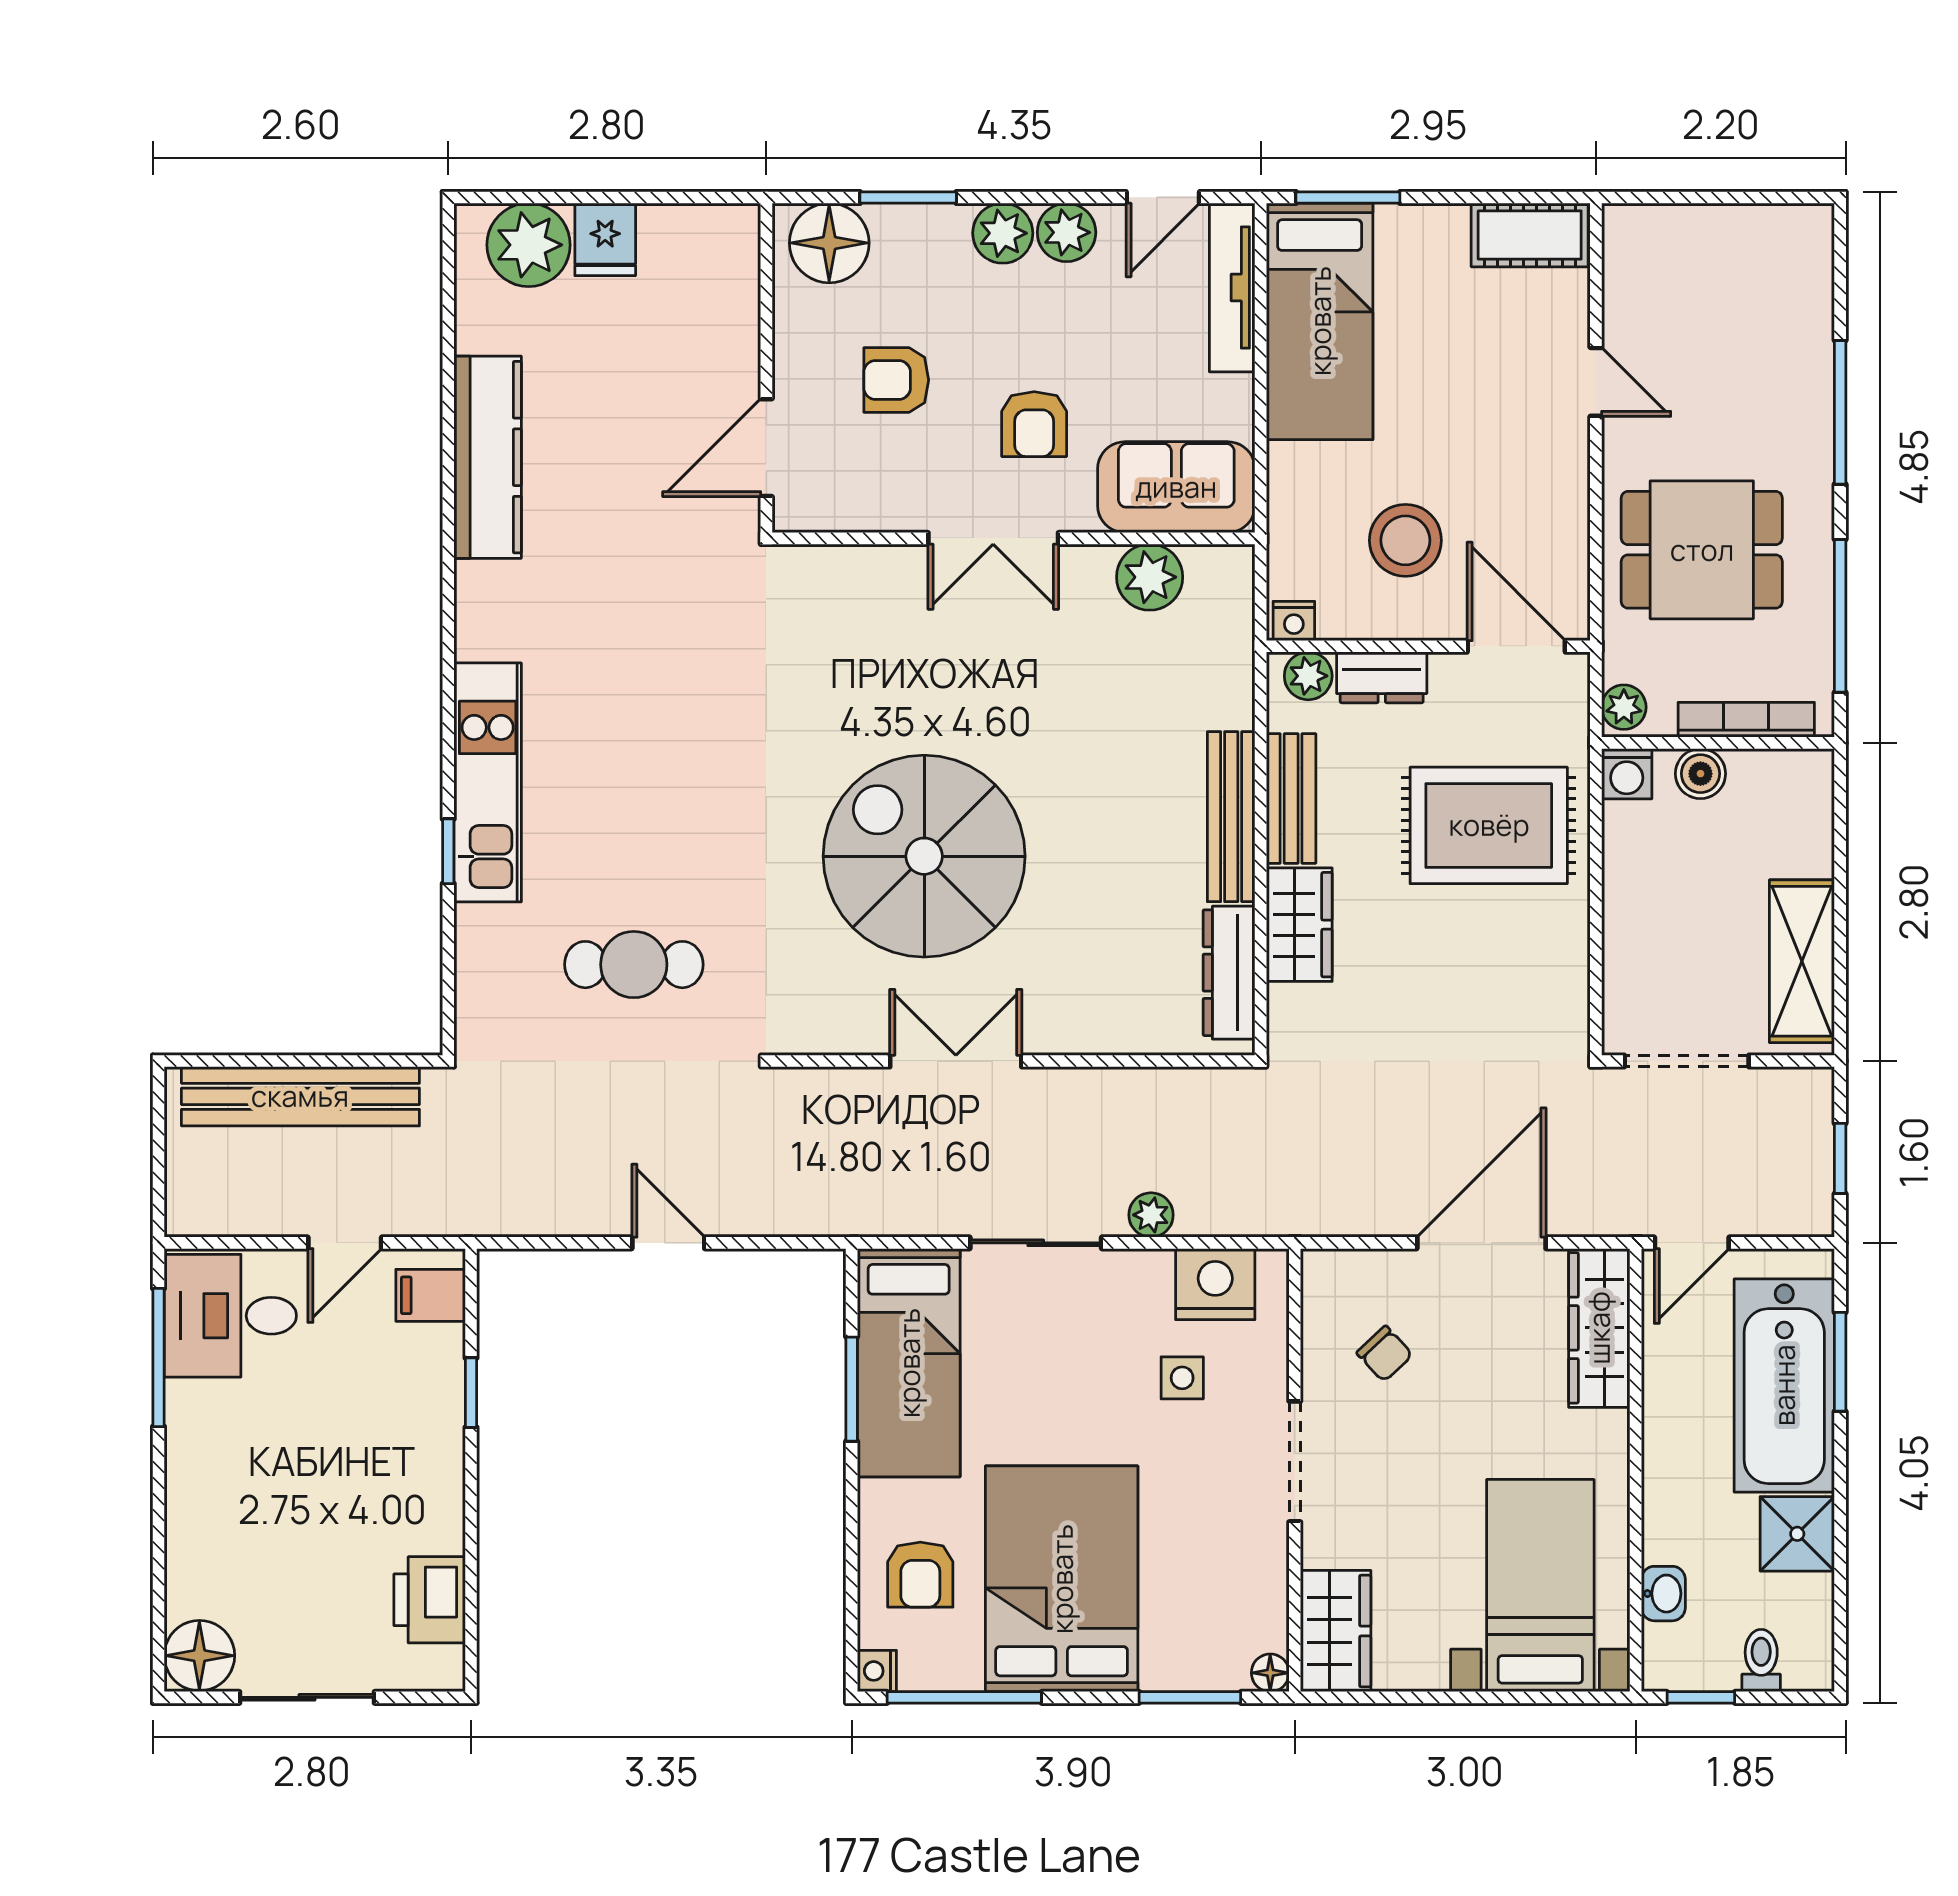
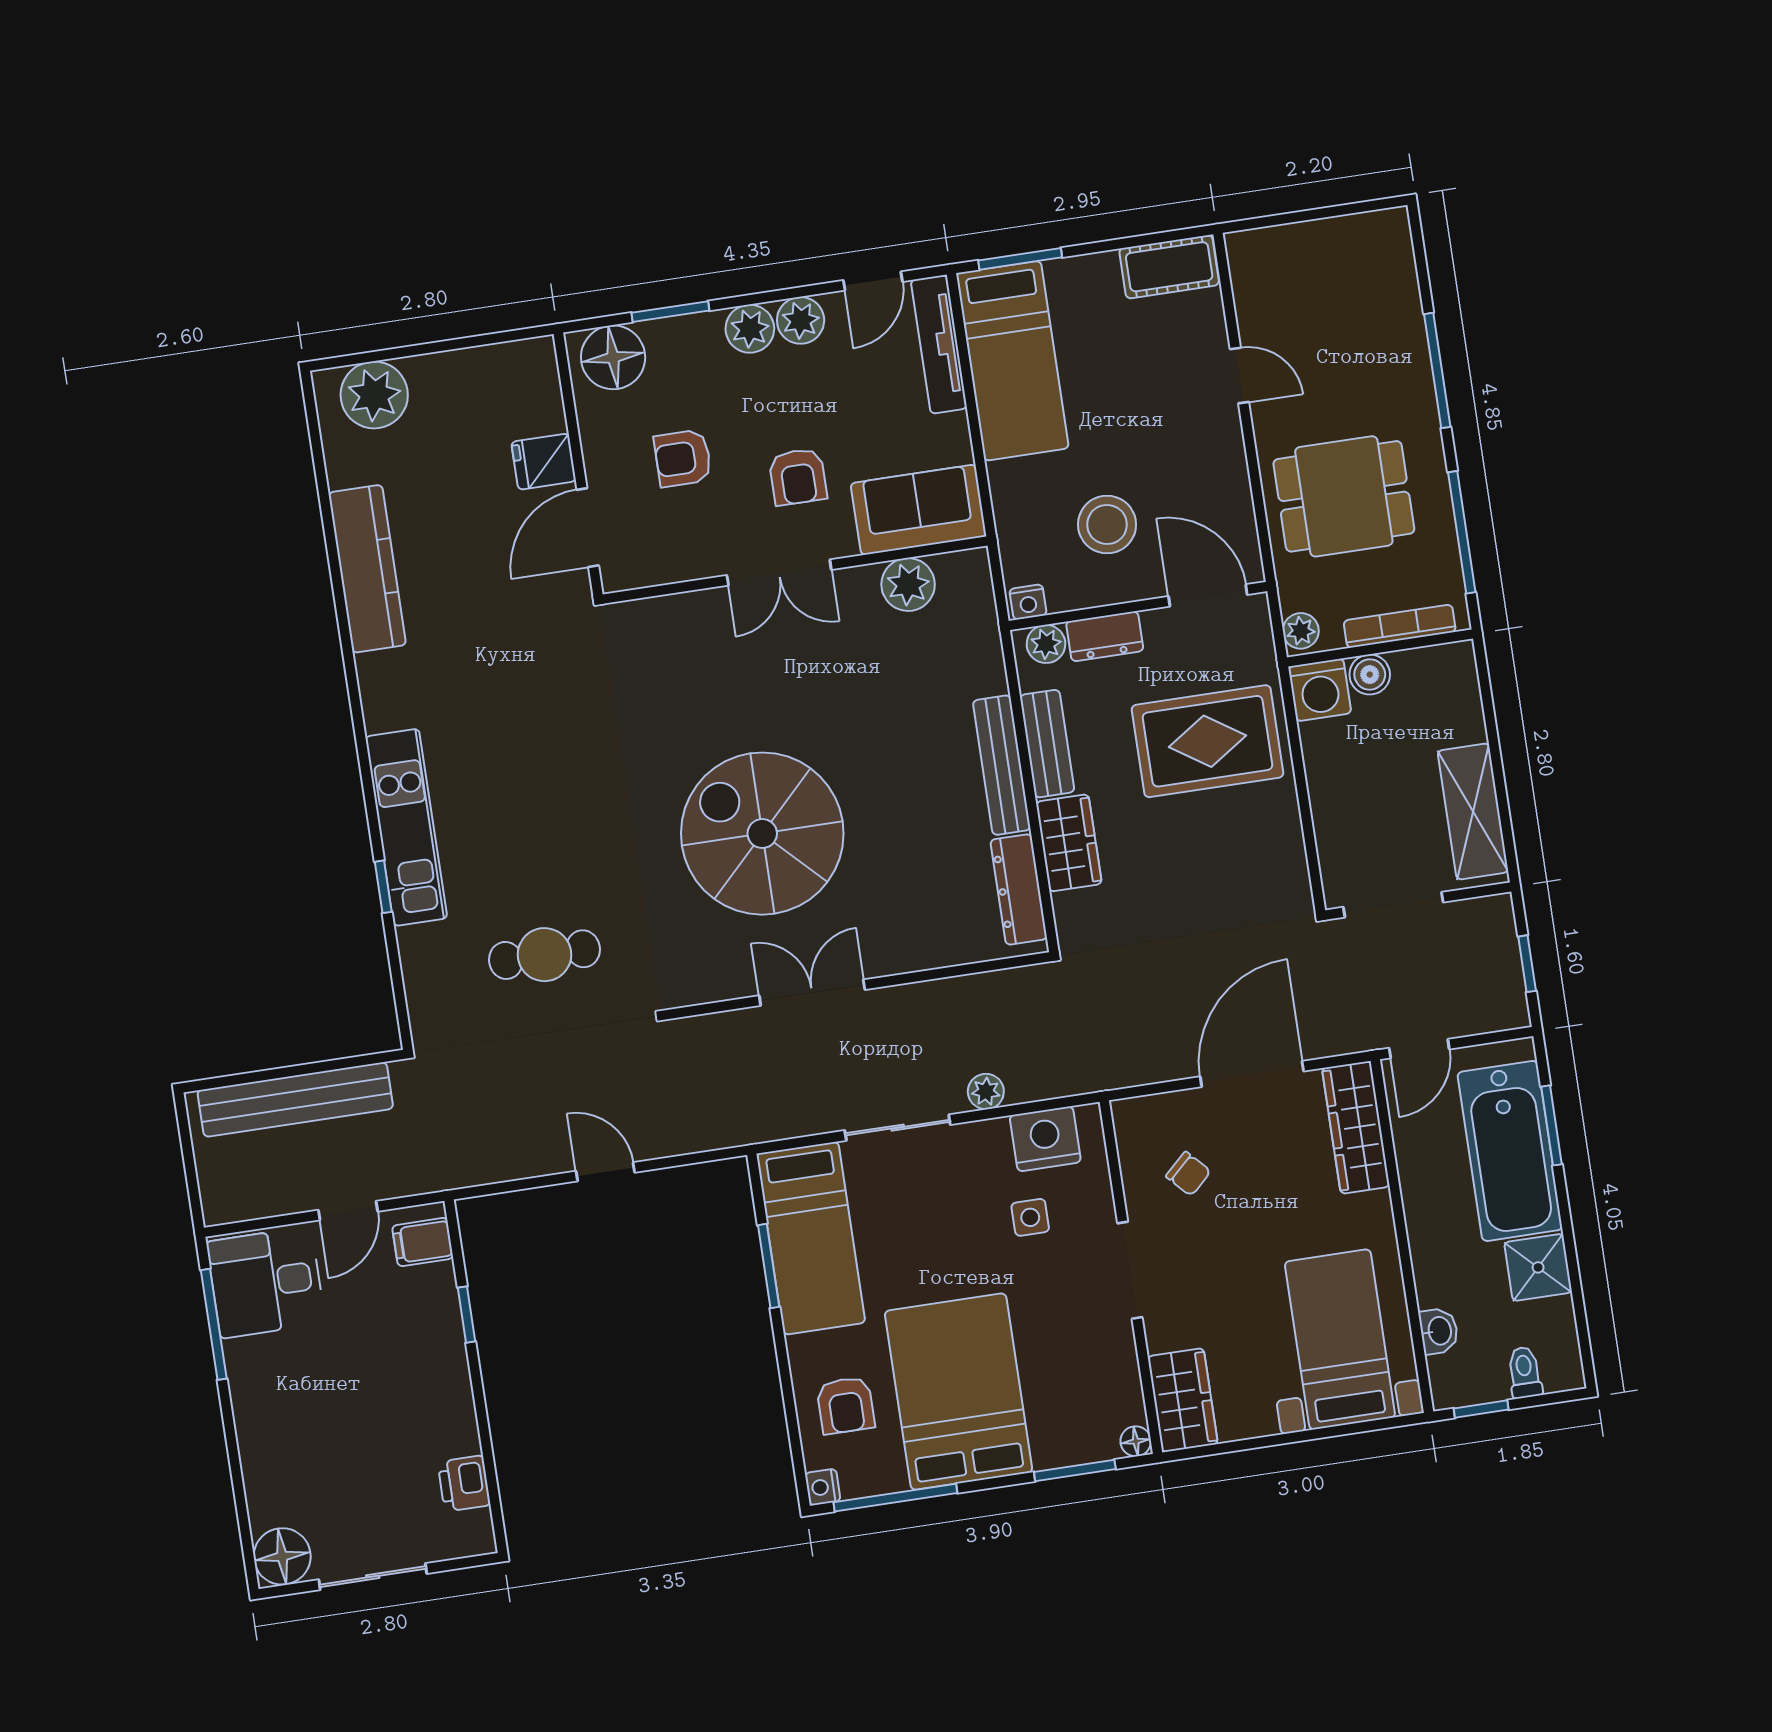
fridge: (605, 239) -> (544, 462), moved, turned 90
washing machine: (1627, 774) -> (1320, 690), width x1.38, depth x1.38
printer: (430, 1600) -> (464, 1484), width x0.73, depth x0.81

